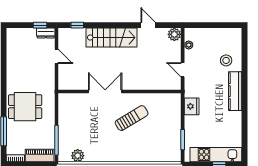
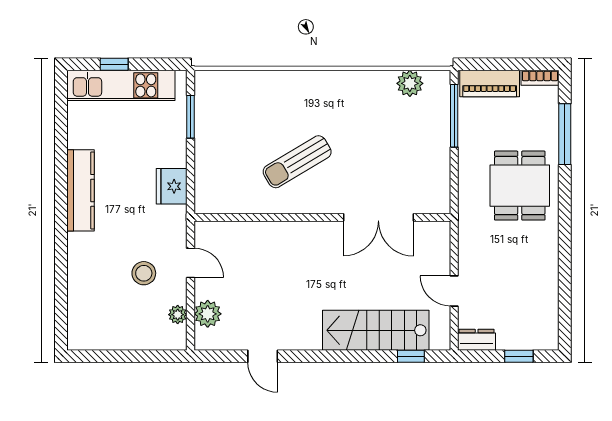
window: (40, 25) -> (519, 356), moved
plant: (174, 34) -> (208, 314), moved
stairs: (112, 37) -> (376, 330), moved
stool: (226, 60) -> (144, 273), moved
double door: (105, 91) -> (378, 217), moved
kitchen counter: (235, 91) -> (81, 190), moved
dining table: (25, 107) -> (520, 186), turned 90

